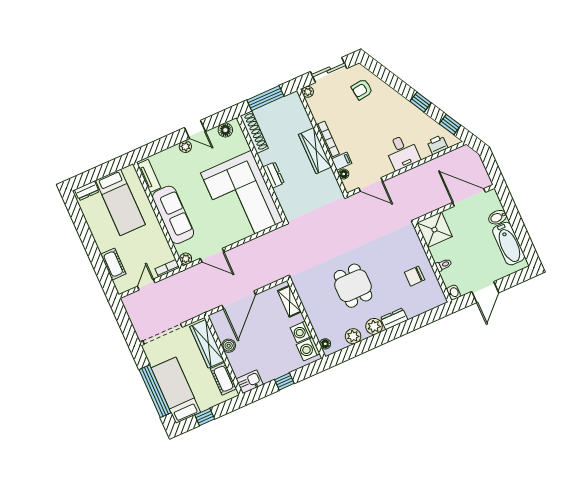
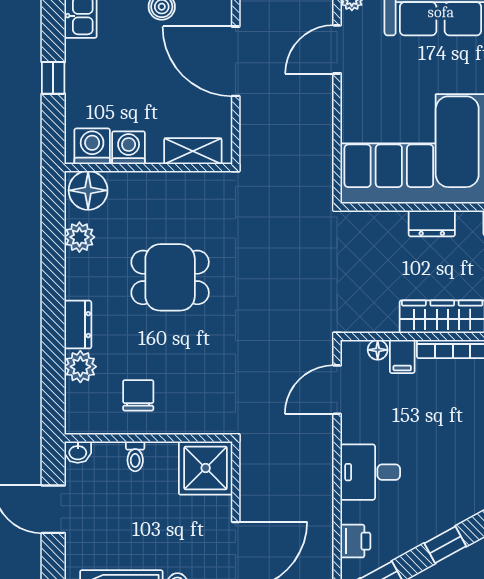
plant: (374, 326) -> (80, 367), moved
floor lamp: (325, 344) -> (88, 190), width x1.89, depth x1.89

